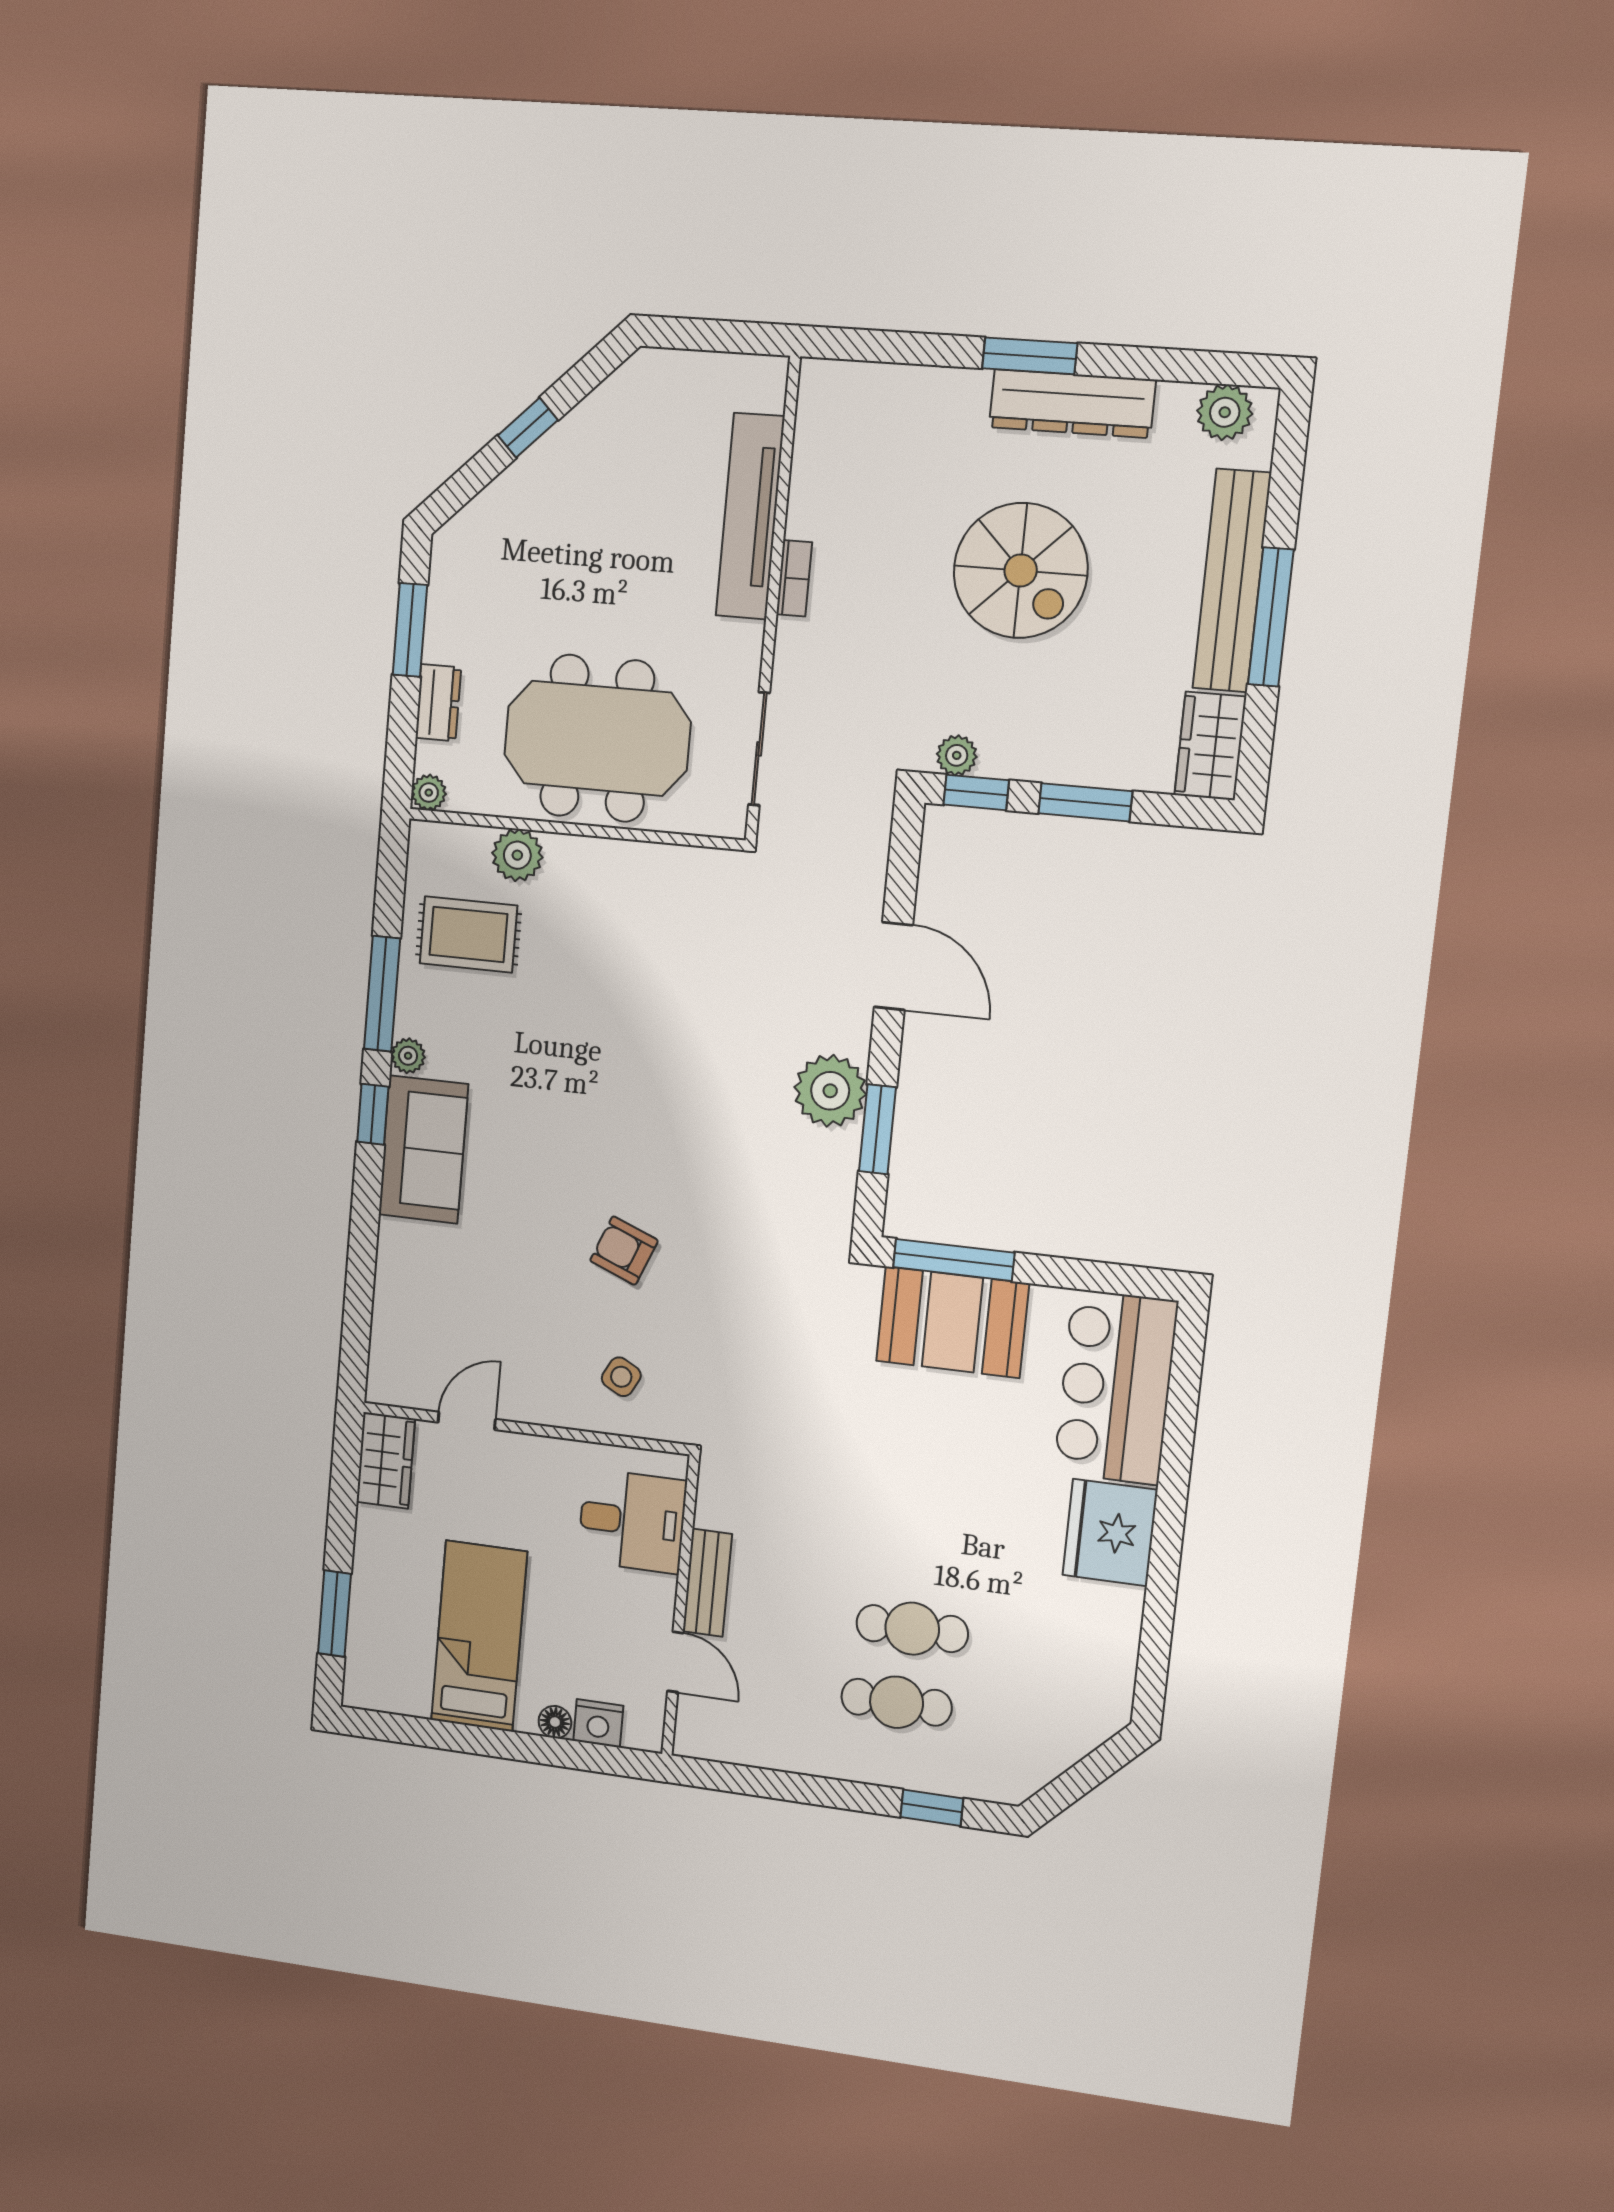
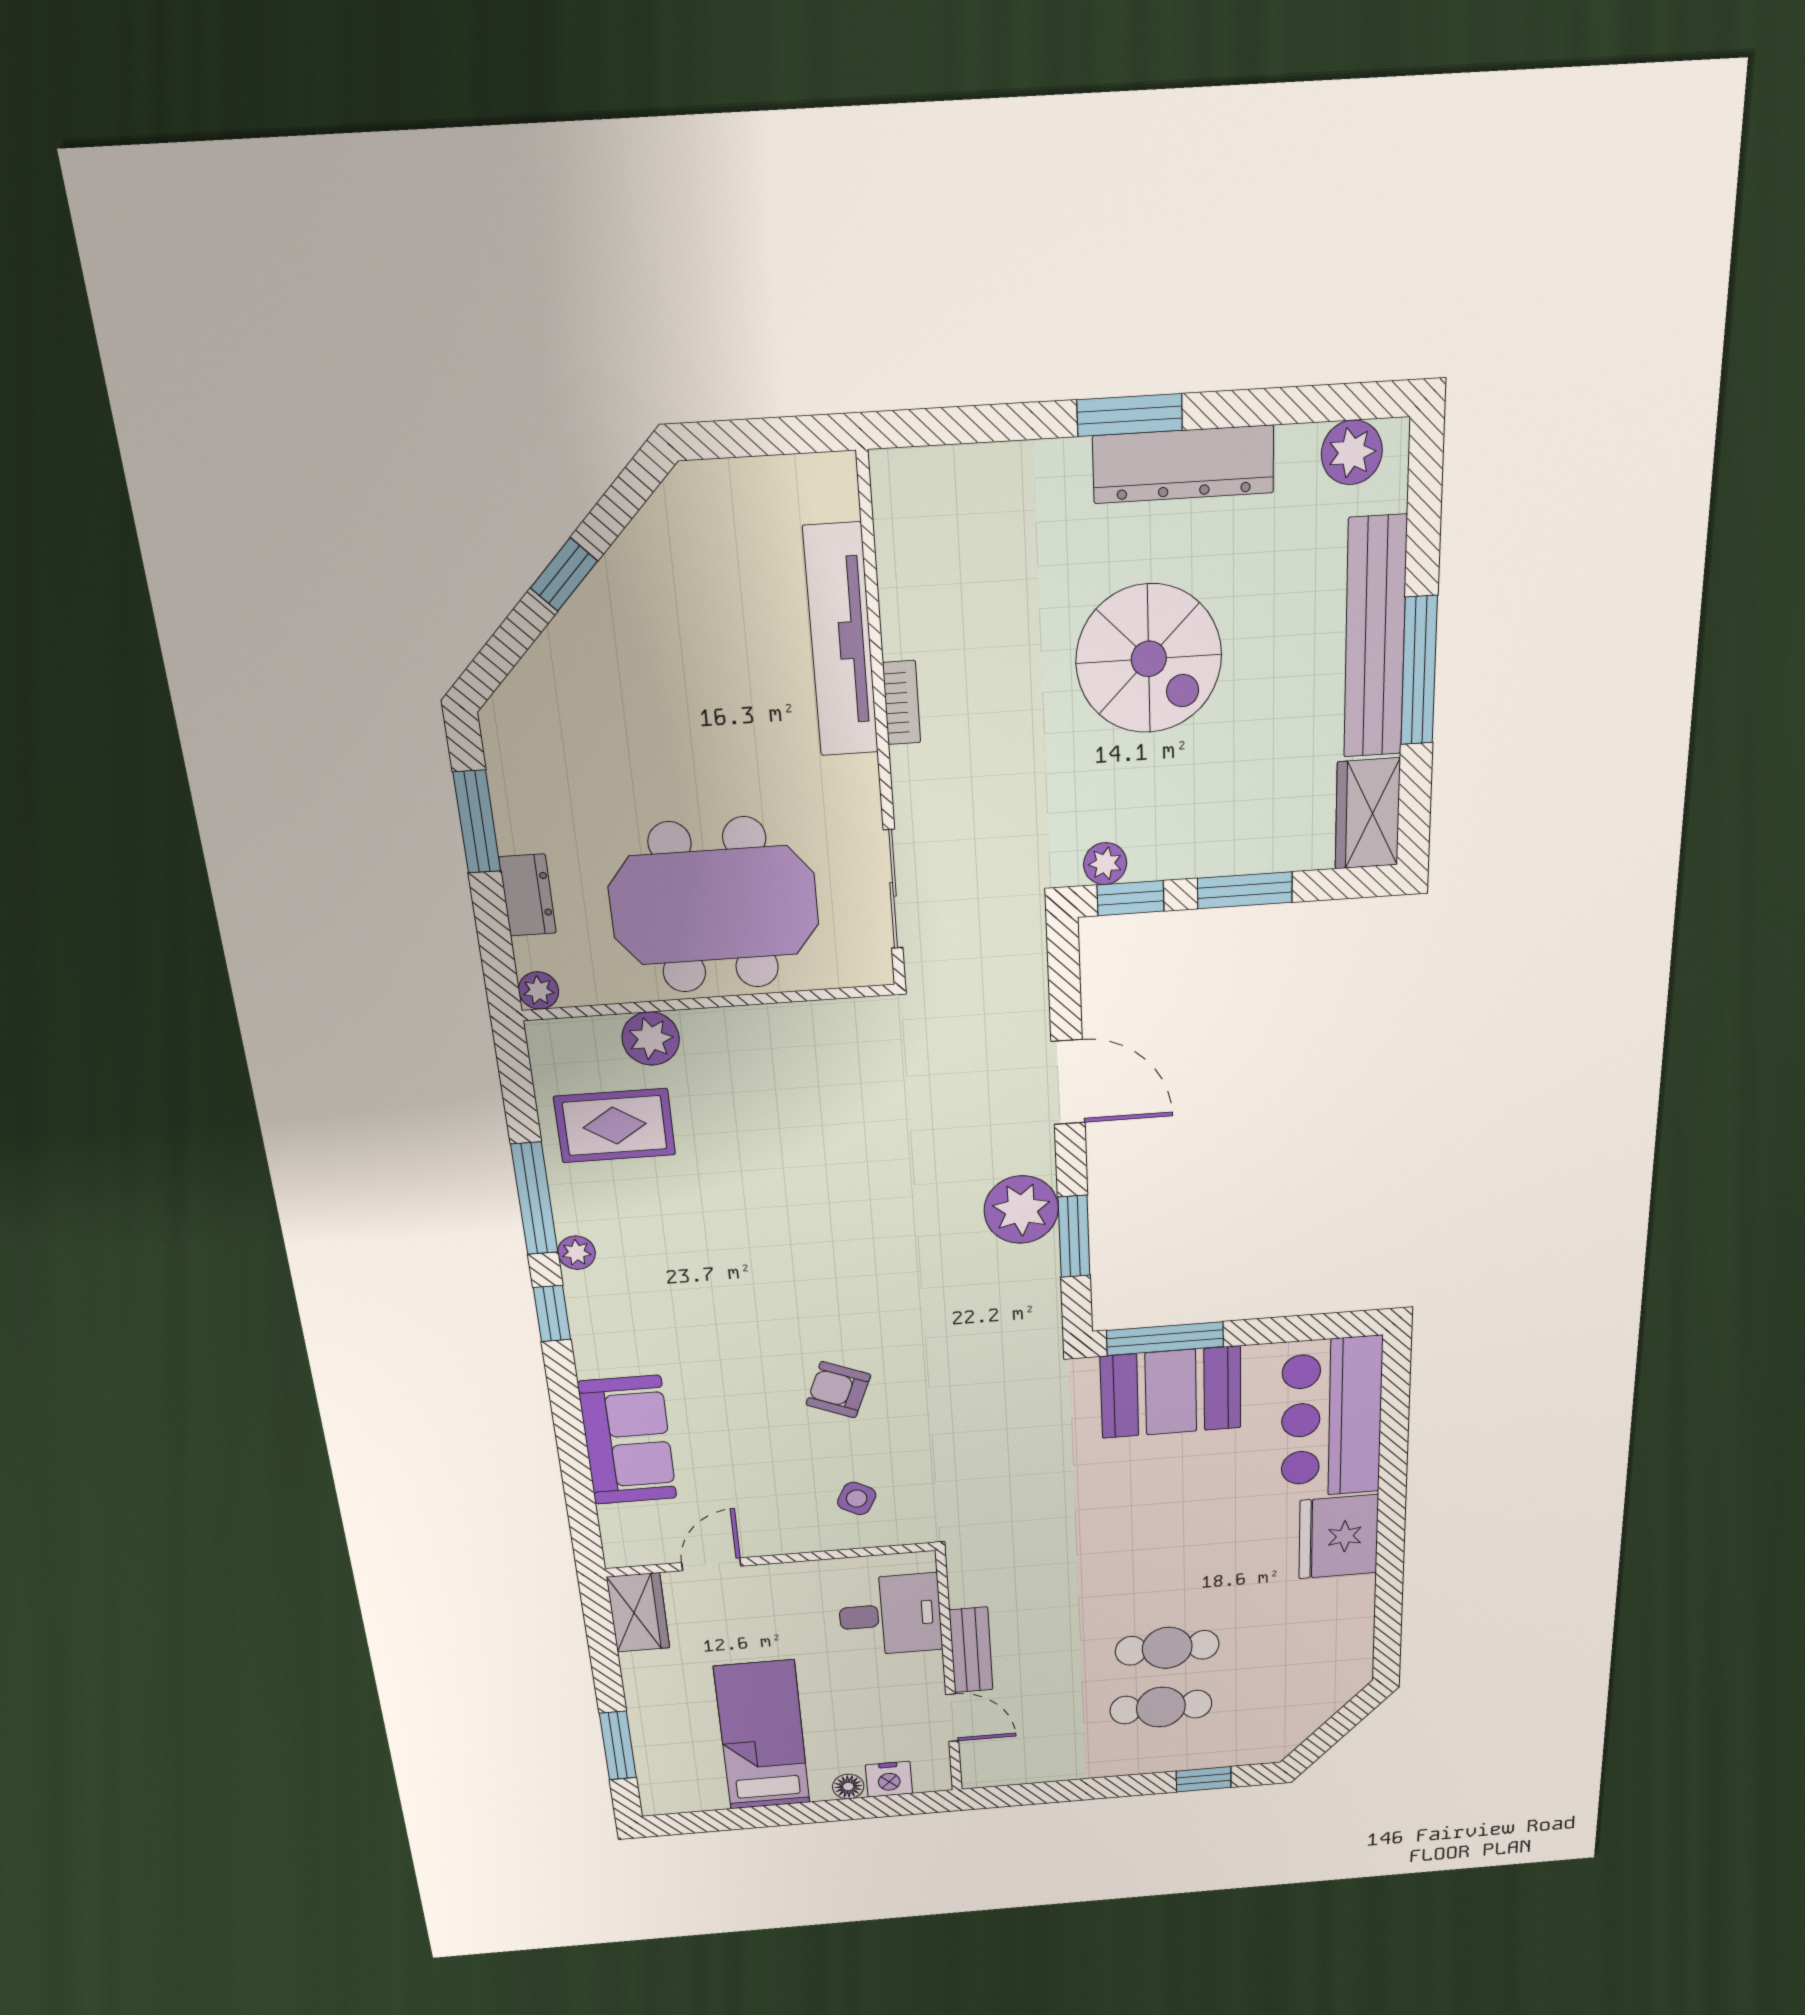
sofa: (423, 1150) -> (627, 1440), moved

